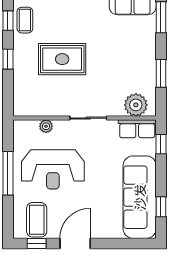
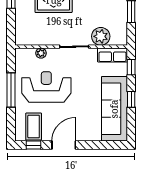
plant: (136, 105) -> (101, 36), moved
reception desk: (53, 169) -> (46, 87), turned 180
window: (161, 207) -> (131, 99), moved

